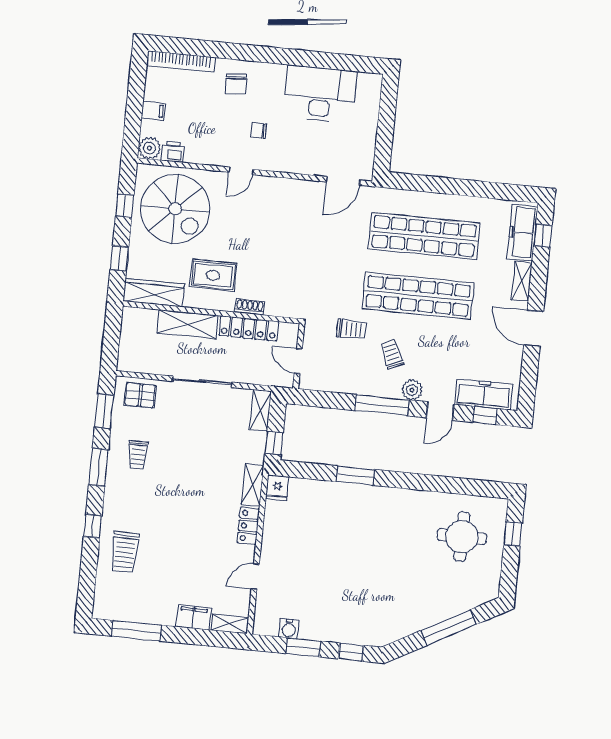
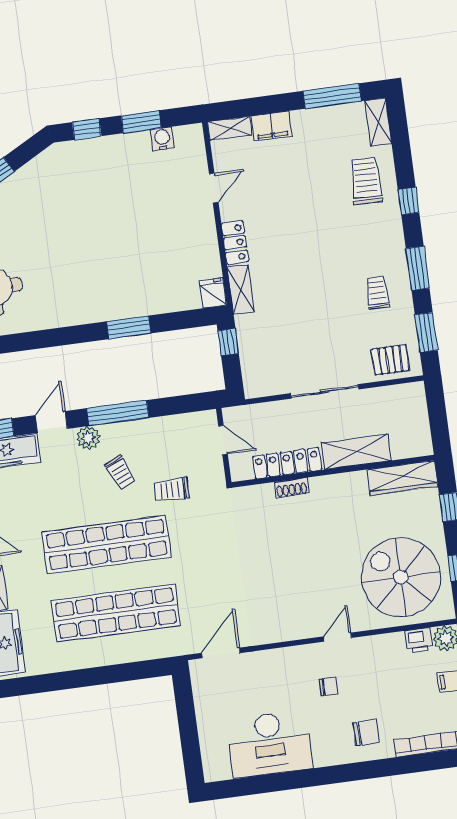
chair: (236, 84) -> (366, 733), turned 94
rug: (213, 275) -> (341, 513), removed
shelving: (260, 410) -> (378, 122), moved

